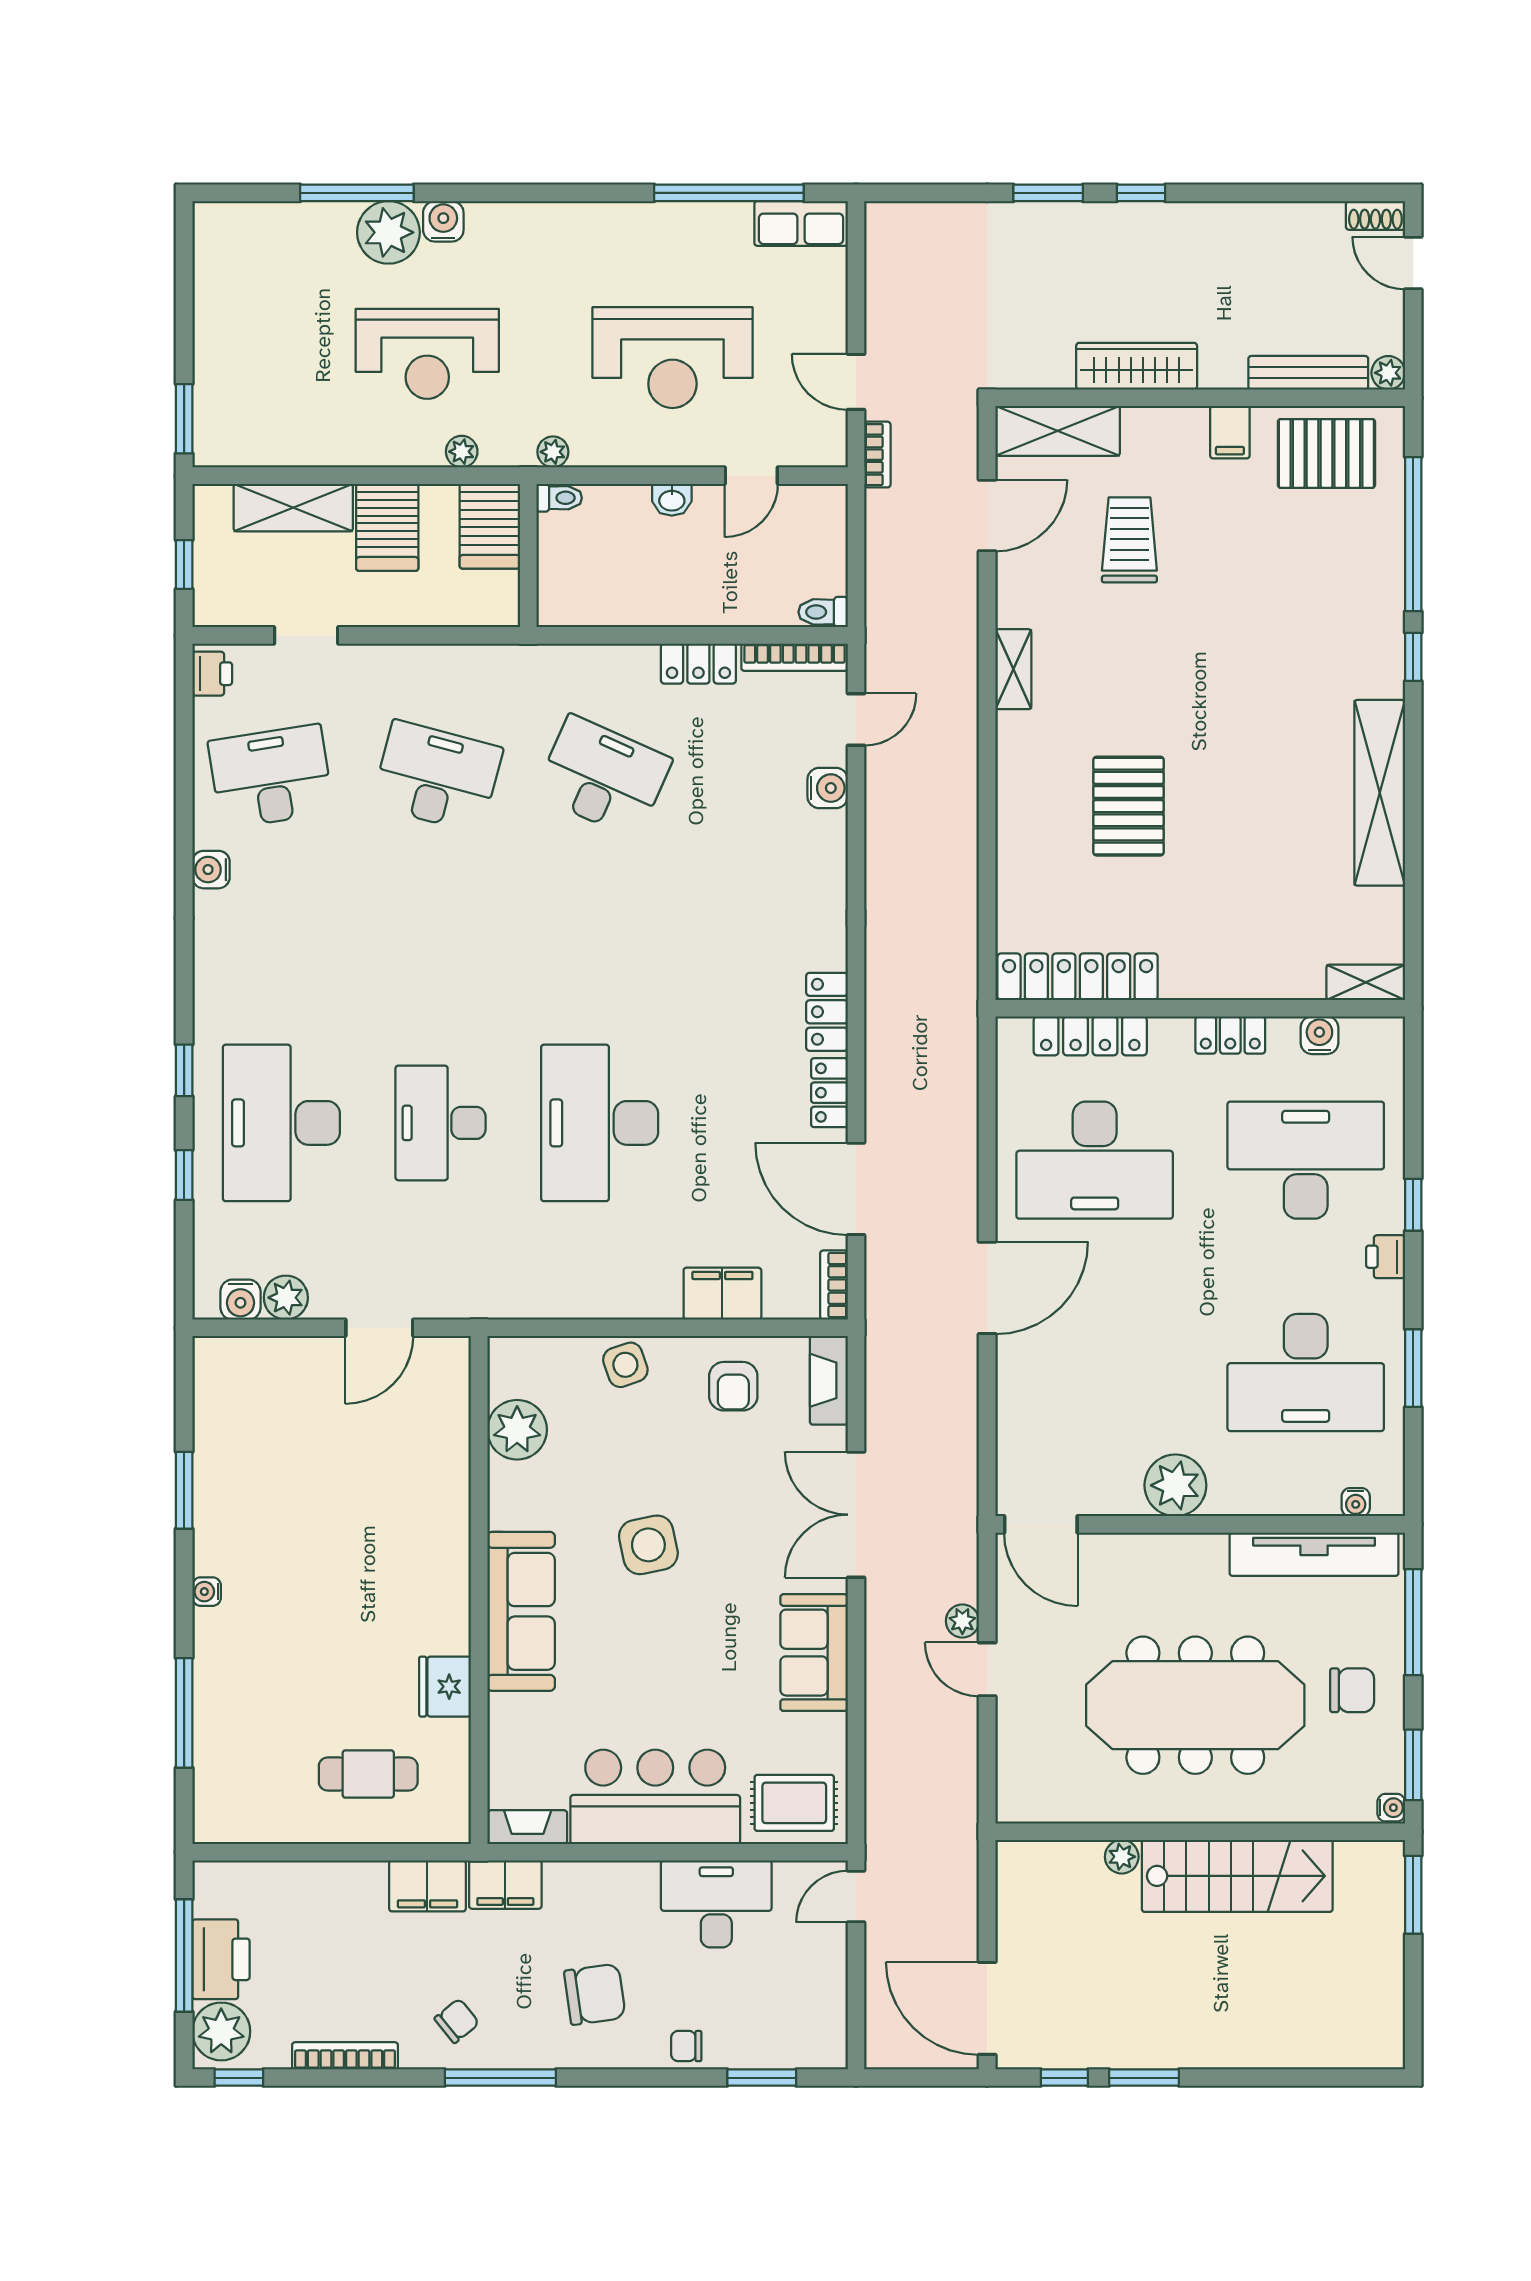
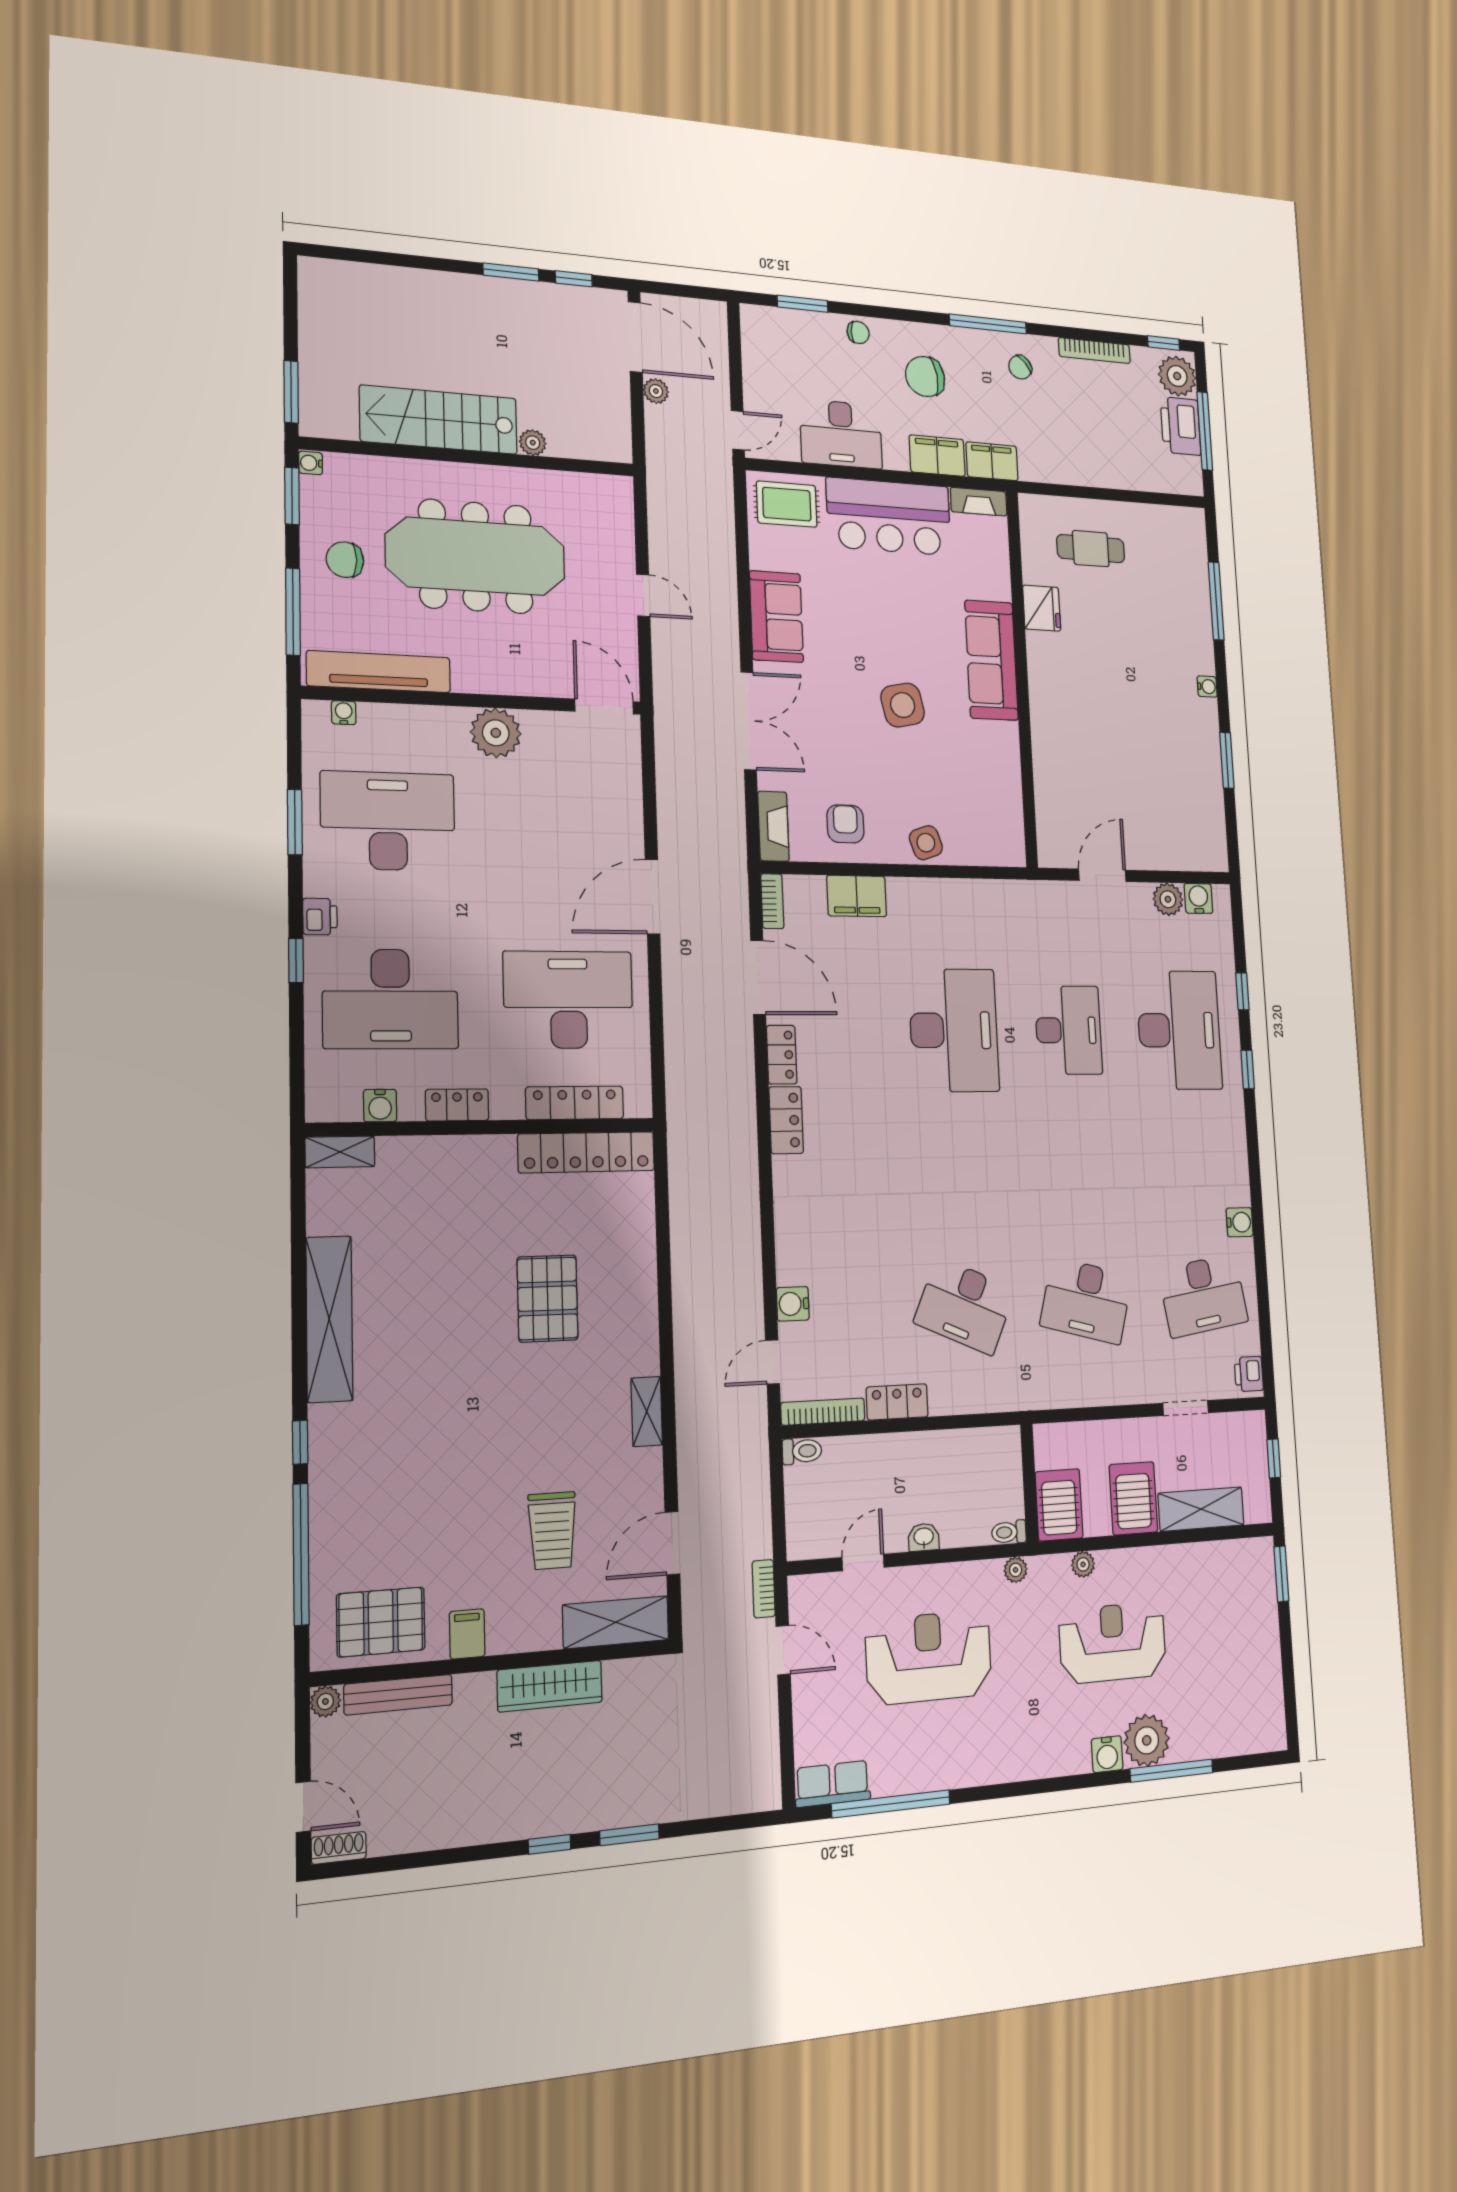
plant: (517, 1430) -> (1001, 796), removed
plant: (962, 1621) -> (656, 391), moved
filing cabinet: (427, 1886) -> (937, 456), moved

